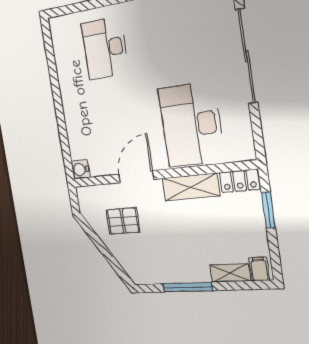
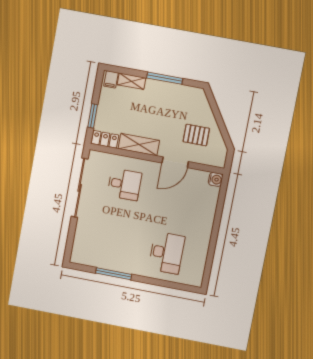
sliding door: (247, 56) -> (80, 188), moved
desk: (191, 125) -> (124, 184), width x0.53, depth x0.77

